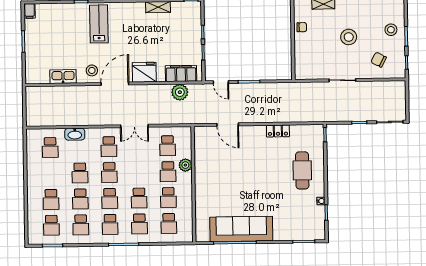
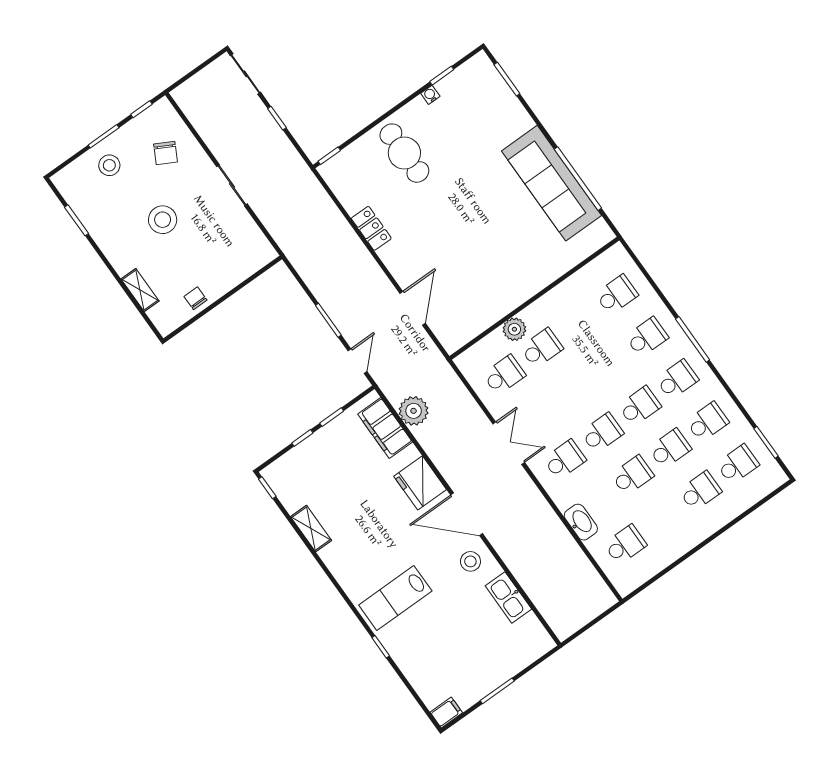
cafe table: (302, 170) -> (404, 153), turned 90
school desk: (139, 198) -> (609, 364), removed
school desk: (168, 198) -> (579, 321), removed

